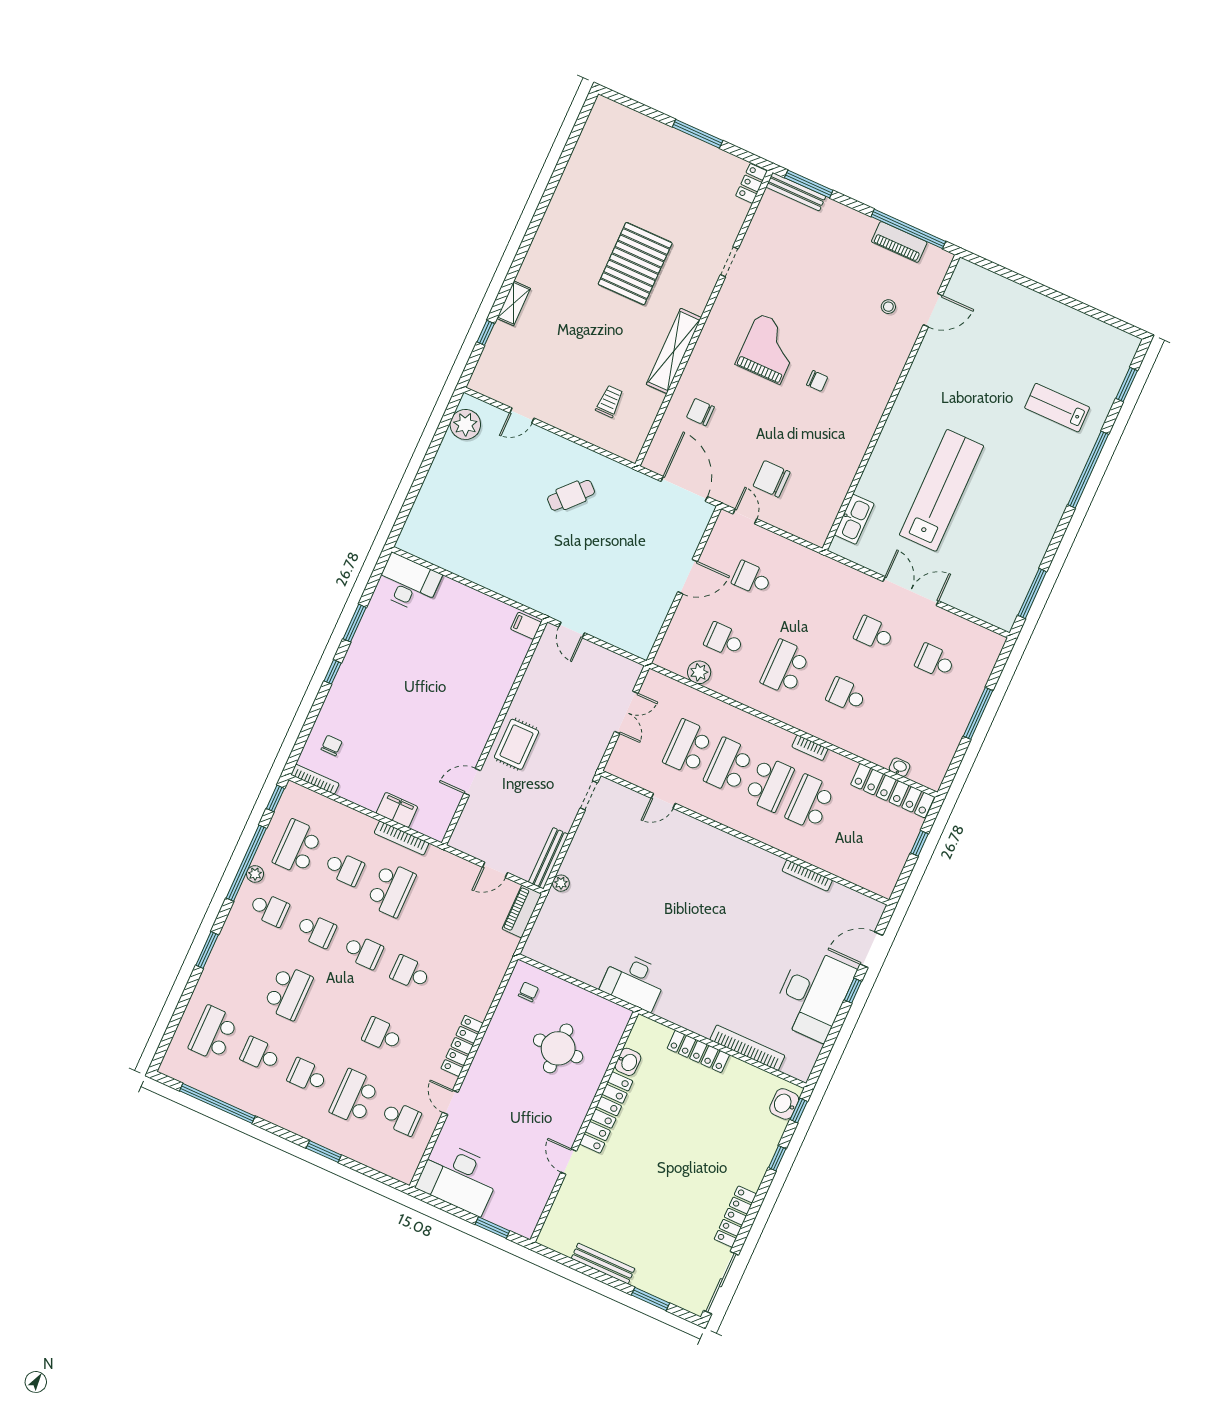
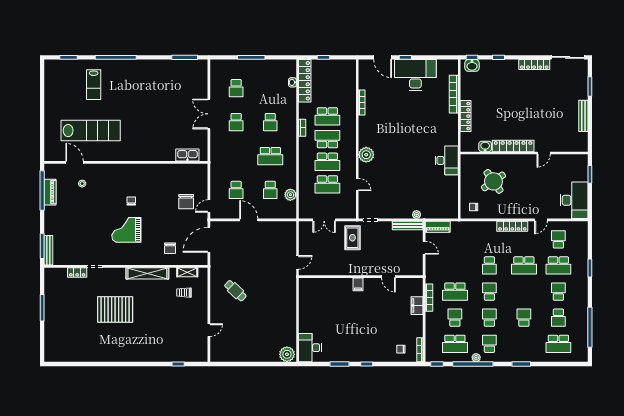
locker: (752, 183) -> (77, 272), moved
shelving: (514, 303) -> (187, 272), moved
door: (522, 416) -> (209, 330), hinge flipped
plant: (465, 424) -> (287, 354), moved
lab bench: (942, 490) -> (91, 131), moved, turned 180
filing cabinet: (526, 626) -> (358, 284), moved
double door: (626, 712) -> (324, 220), swing flipped
rug: (516, 744) -> (352, 238), moved, turned 90
plant: (710, 841) -> (366, 155), added
school desk: (391, 890) -> (455, 292), turned 180
school desk: (288, 992) -> (524, 318), width x0.54
school desk: (382, 1035) -> (524, 265), width x1.85
round table: (558, 1048) -> (493, 181), turned -35
school desk: (307, 1076) -> (558, 292), turned 180

